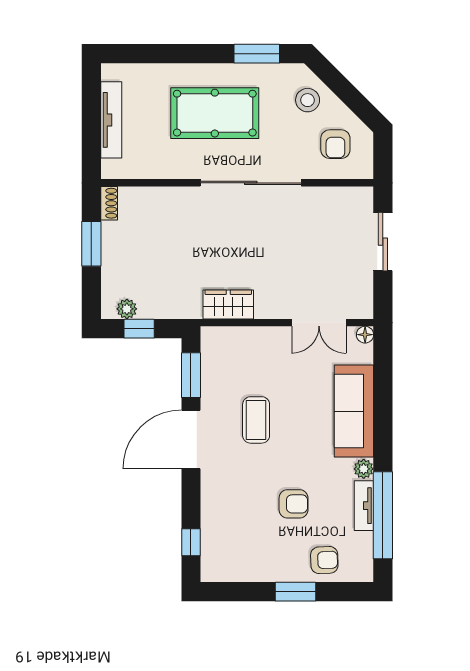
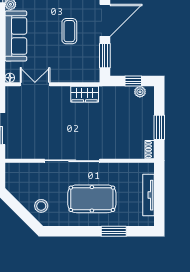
window: (257, 54) -> (114, 231), moved
armchair: (335, 144) -> (26, 182), removed

